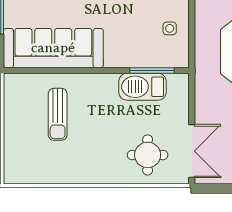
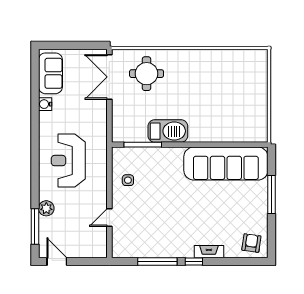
barbecue: (143, 87) -> (168, 131), moved
sun lounger: (58, 114) -> (222, 108), removed

